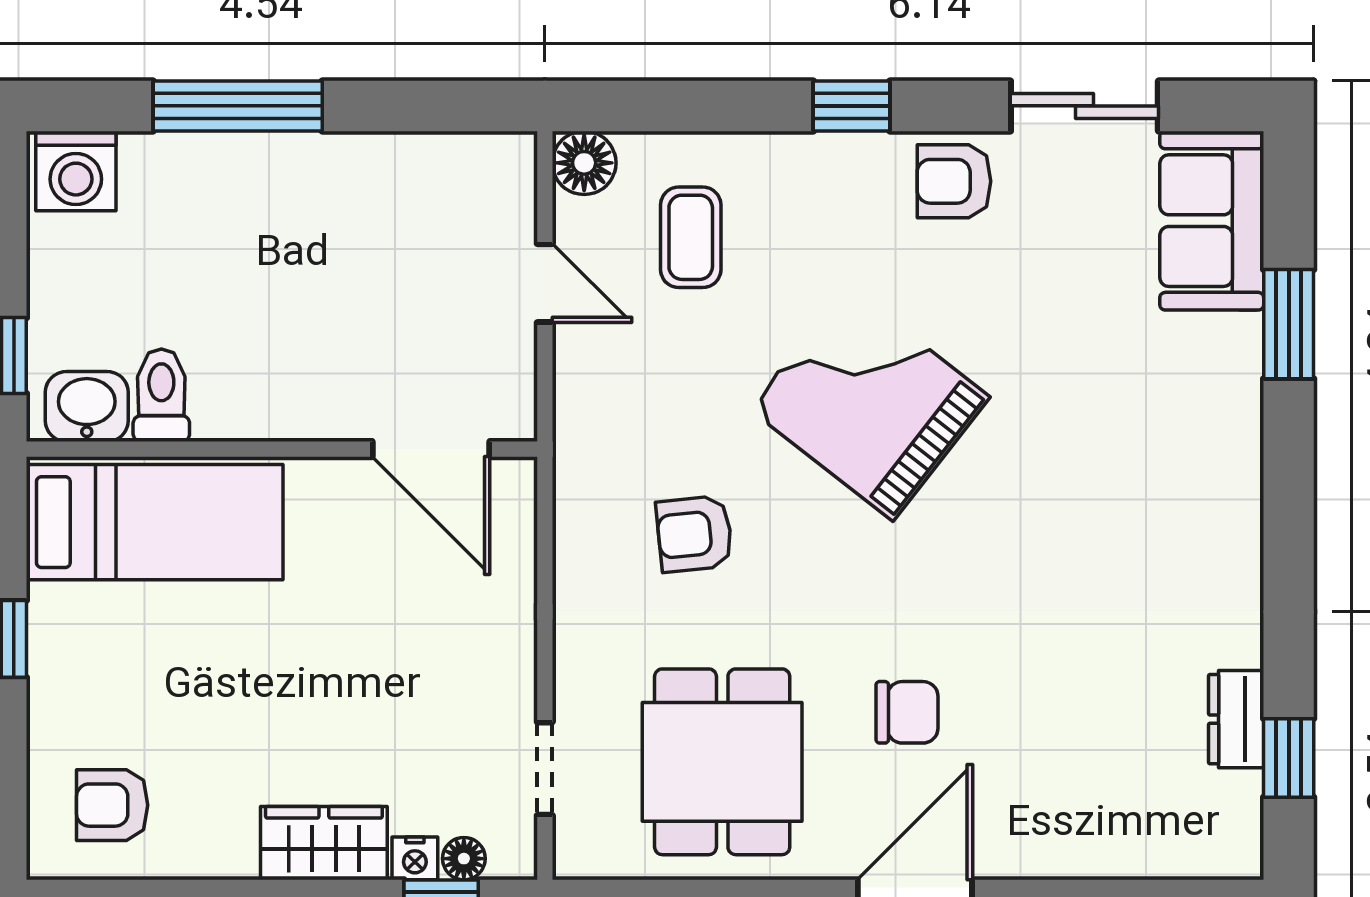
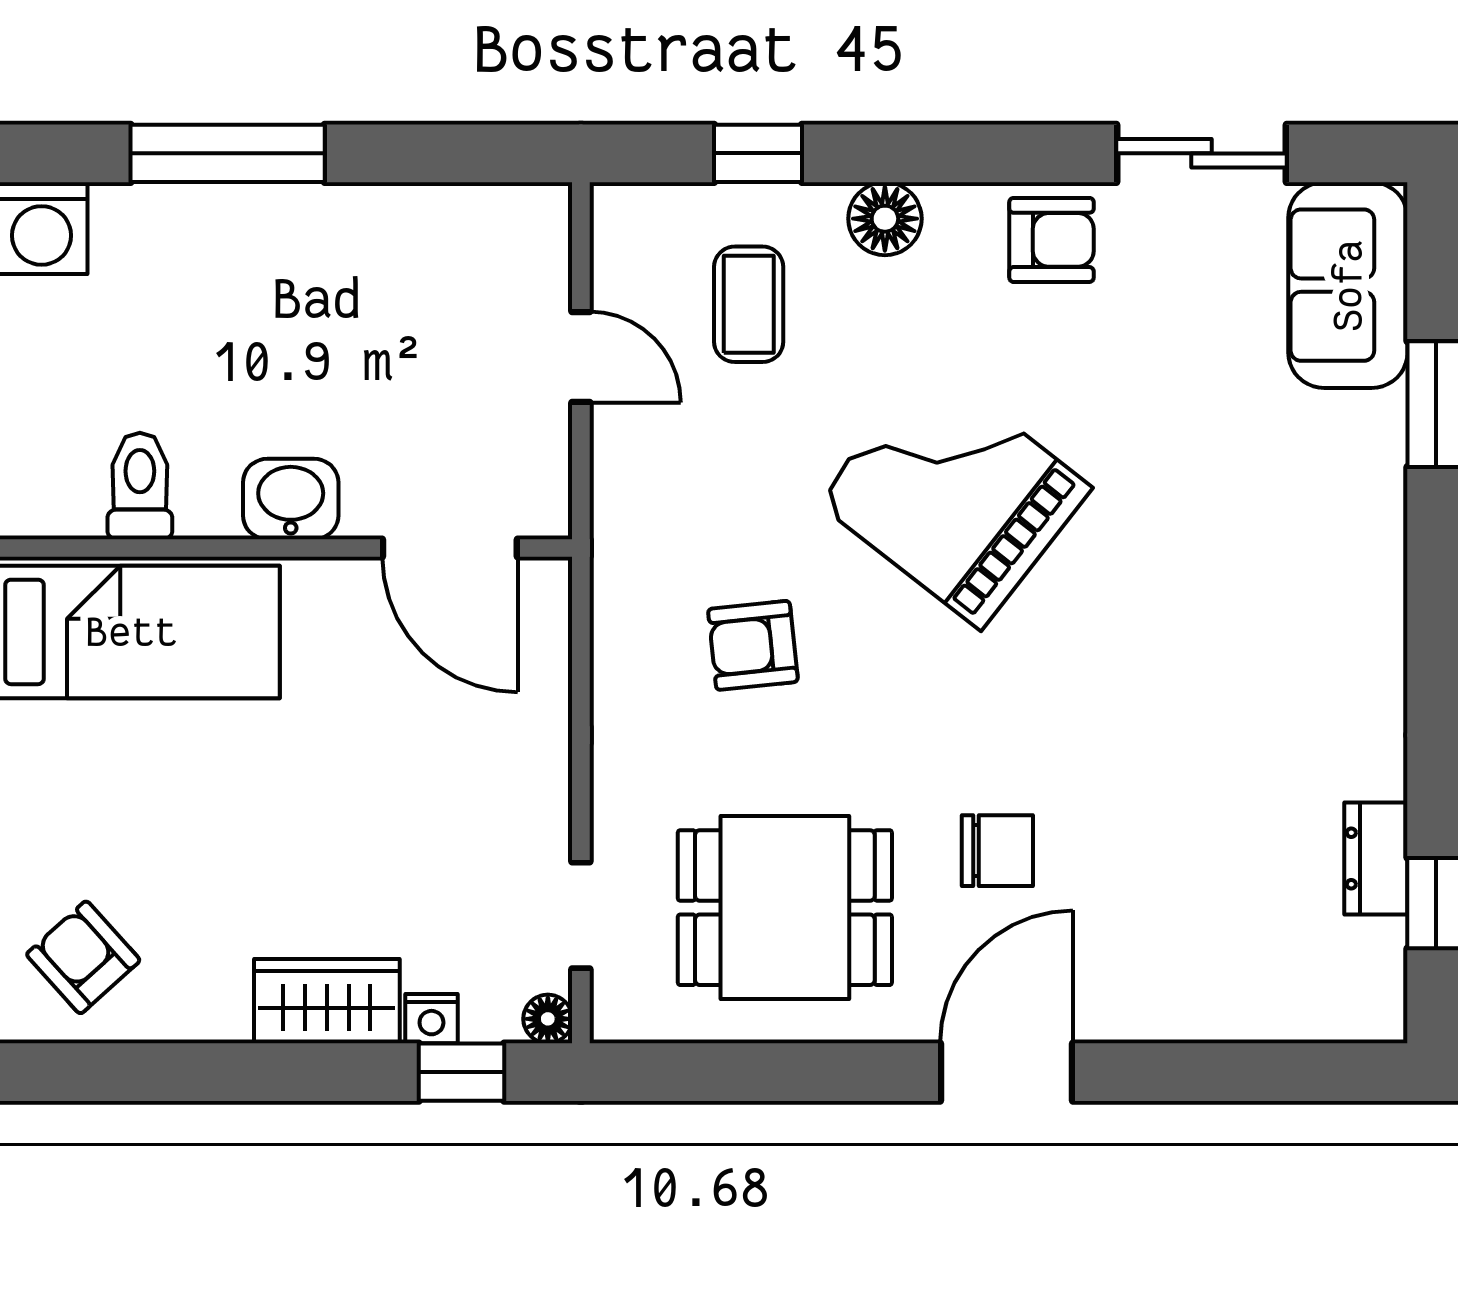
window: (852, 106) -> (758, 153), moved
floor lamp: (584, 163) -> (885, 219), moved
armchair: (954, 181) -> (1051, 240), turned 180
washbasin: (87, 407) -> (291, 499), moved
dining table: (722, 762) -> (785, 908), turned 90
armchair: (112, 805) -> (83, 957), turned 48
floor lamp: (464, 859) -> (548, 1019), moved

